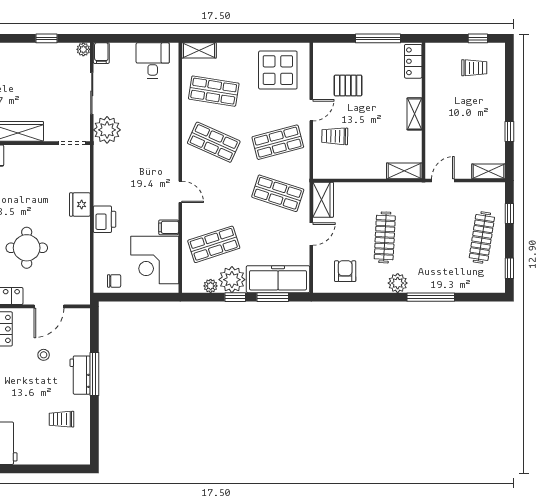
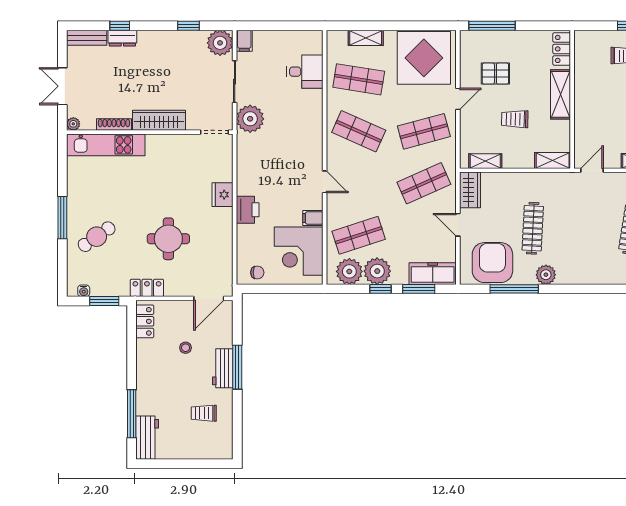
window: (378, 38) -> (492, 26), moved
plant: (83, 49) -> (220, 43), width x1.87, depth x1.87
shelving: (199, 50) -> (366, 38), moved
desk: (153, 60) -> (305, 72), moved, turned 90
display table: (278, 70) -> (424, 58), width x1.36, depth x1.36
shelving: (415, 114) -> (561, 94), width x1.50, depth x1.33
trolley: (335, 136) -> (515, 119), moved
shelving: (338, 172) -> (485, 161), added
shop shelf: (278, 193) -> (424, 183), turned -42
door: (311, 234) -> (458, 225), swing flipped
armchair: (345, 271) -> (492, 263), width x1.88, depth x1.88
freezer: (278, 279) -> (433, 274), width x0.73, depth x0.79
plant: (211, 286) -> (349, 271), width x1.87, depth x1.87
window: (431, 297) -> (514, 289), moved
door: (49, 306) -> (209, 298), moved

